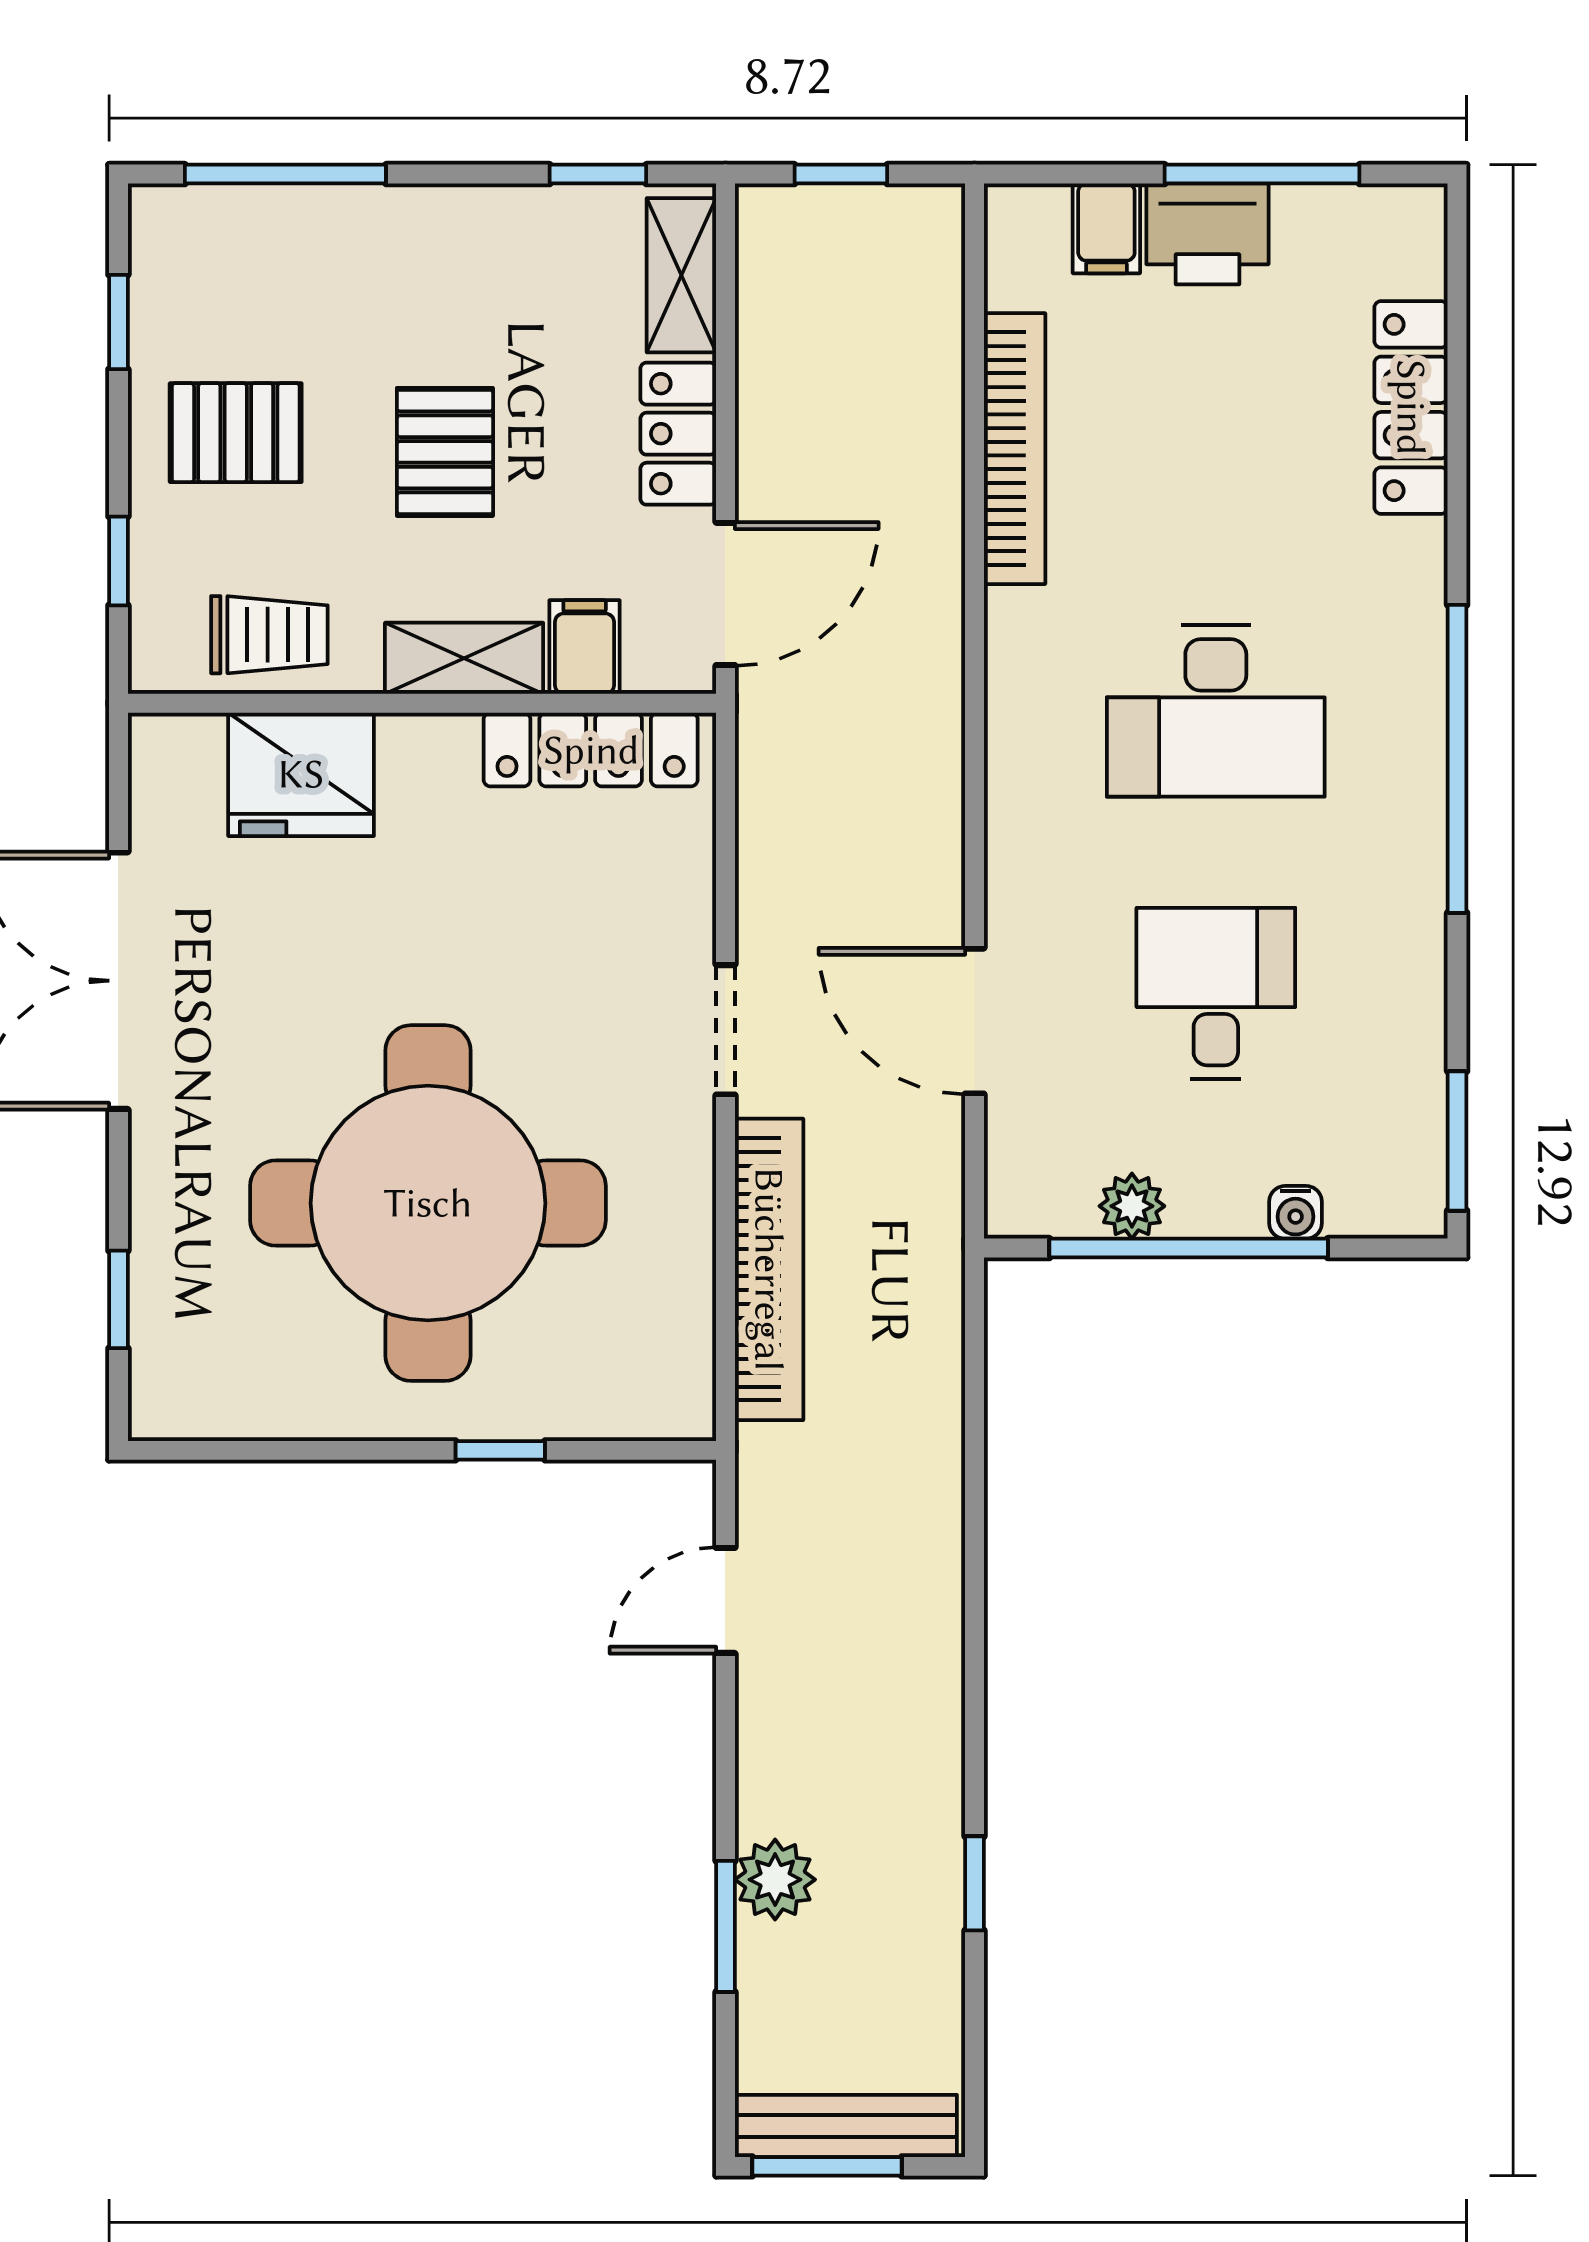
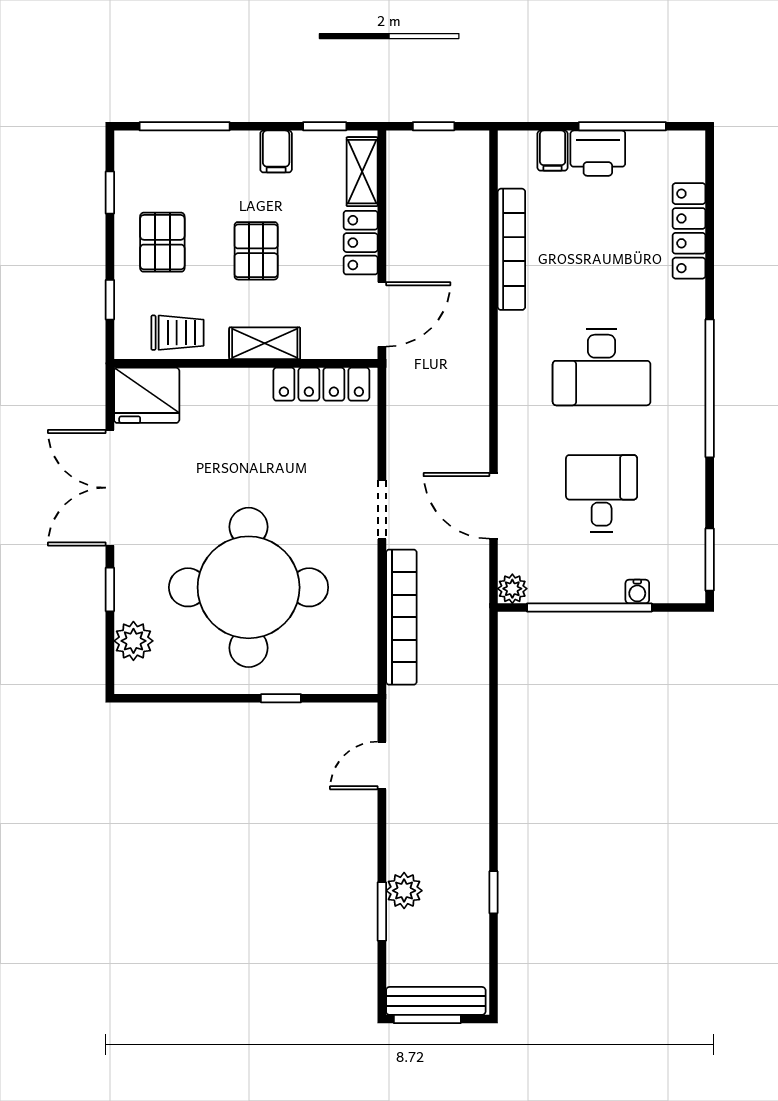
pallet: (236, 433) -> (162, 242), turned 90
filing cabinet: (585, 647) -> (276, 151), moved, turned 180
fridge: (301, 774) -> (147, 395), moved
plant: (1132, 1206) -> (512, 589), moved
window: (118, 1299) -> (110, 589), moved
plant: (171, 1323) -> (133, 641), added

